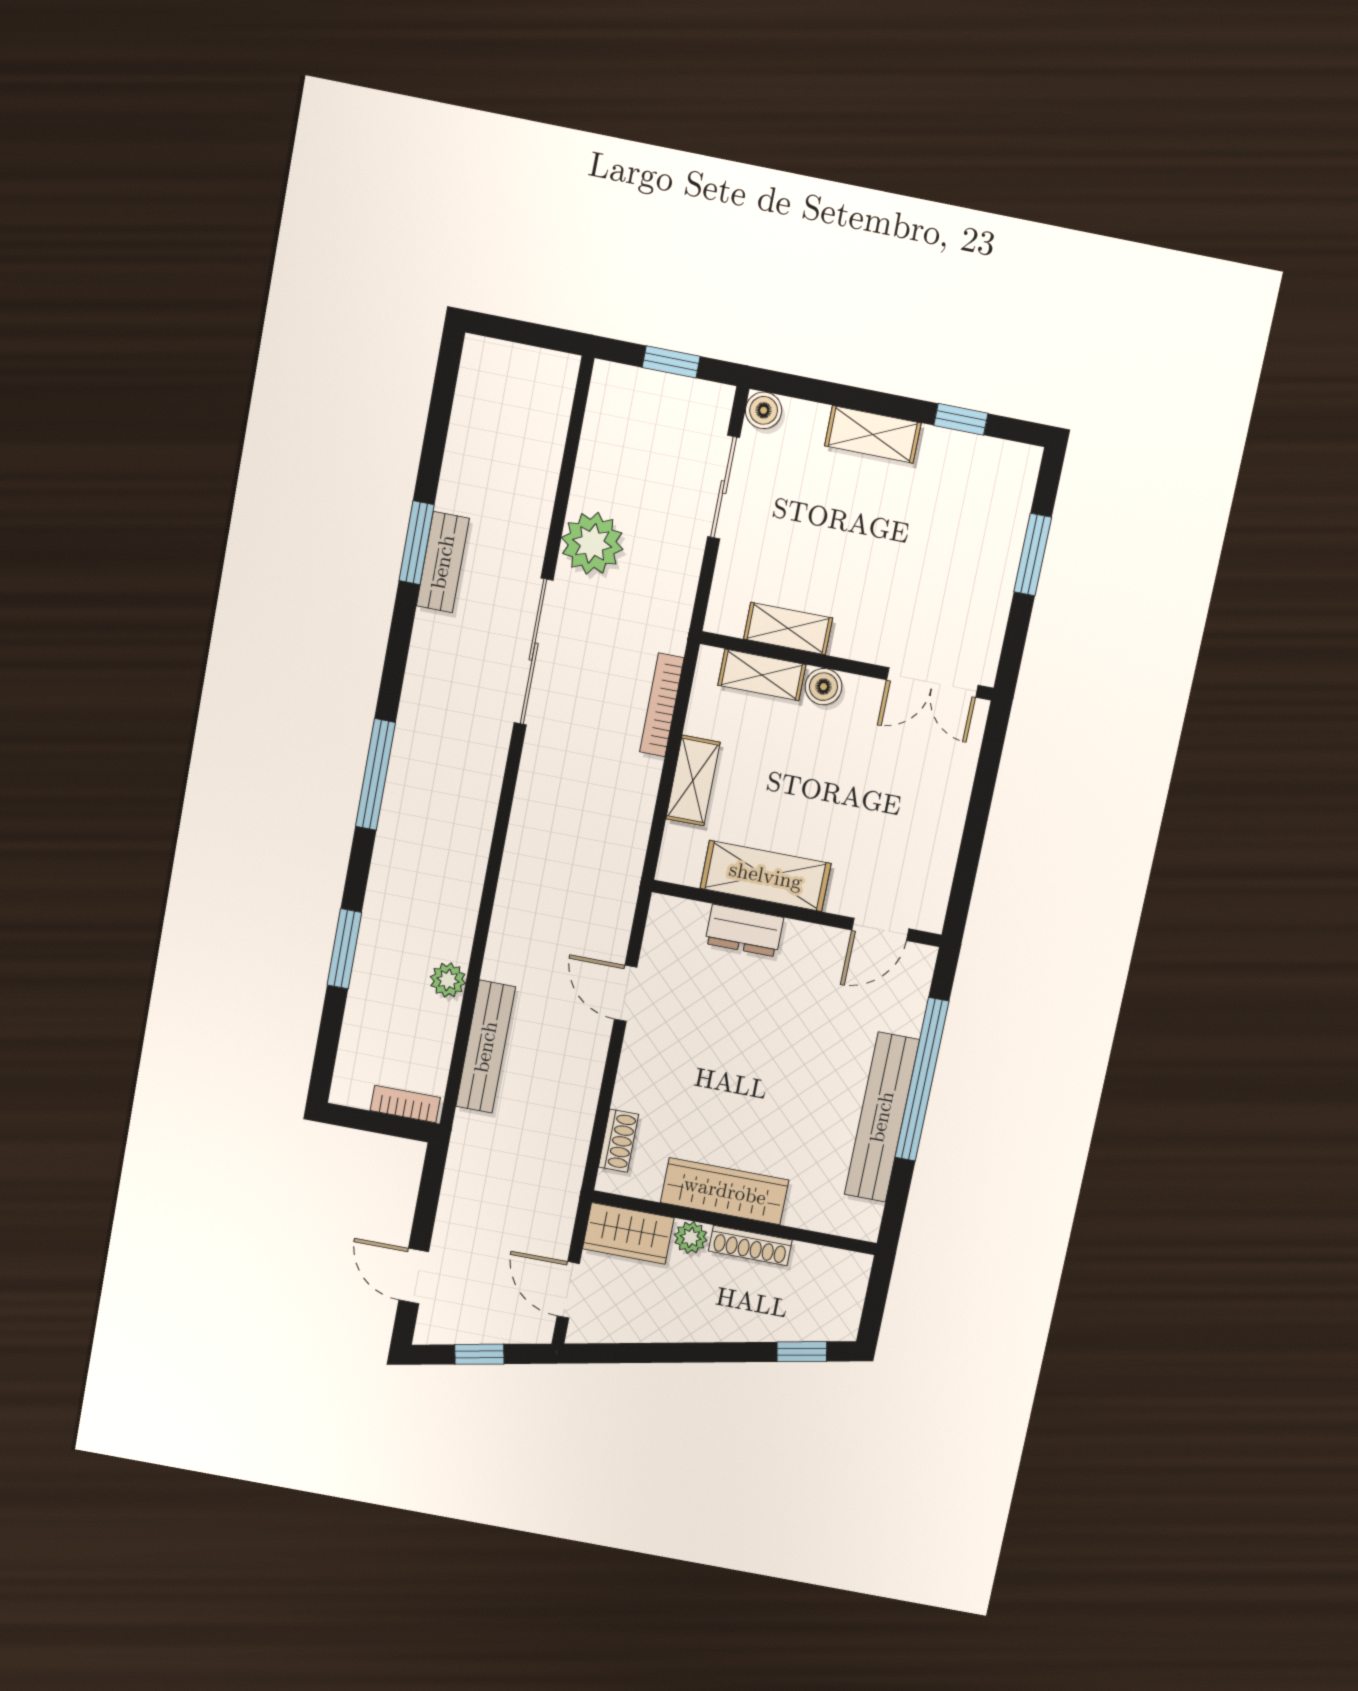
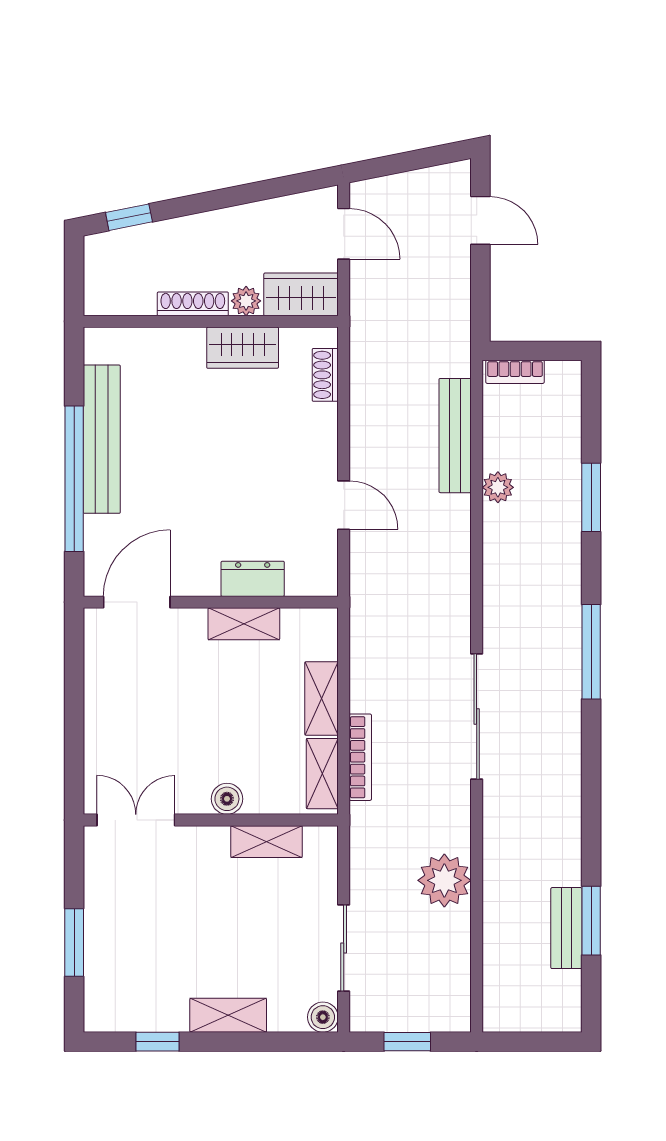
window: (417, 543) -> (591, 921), moved
bench: (443, 562) -> (566, 928), moved
sliding door: (534, 652) -> (477, 717), moved
shelving: (762, 675) -> (322, 774), moved, turned 90
shelving: (766, 876) -> (244, 624), width x0.67, depth x0.75
door: (880, 929) -> (137, 602), width x1.38
wardrobe: (725, 1191) -> (243, 348), width x0.67
window: (479, 1354) -> (410, 161), removed

